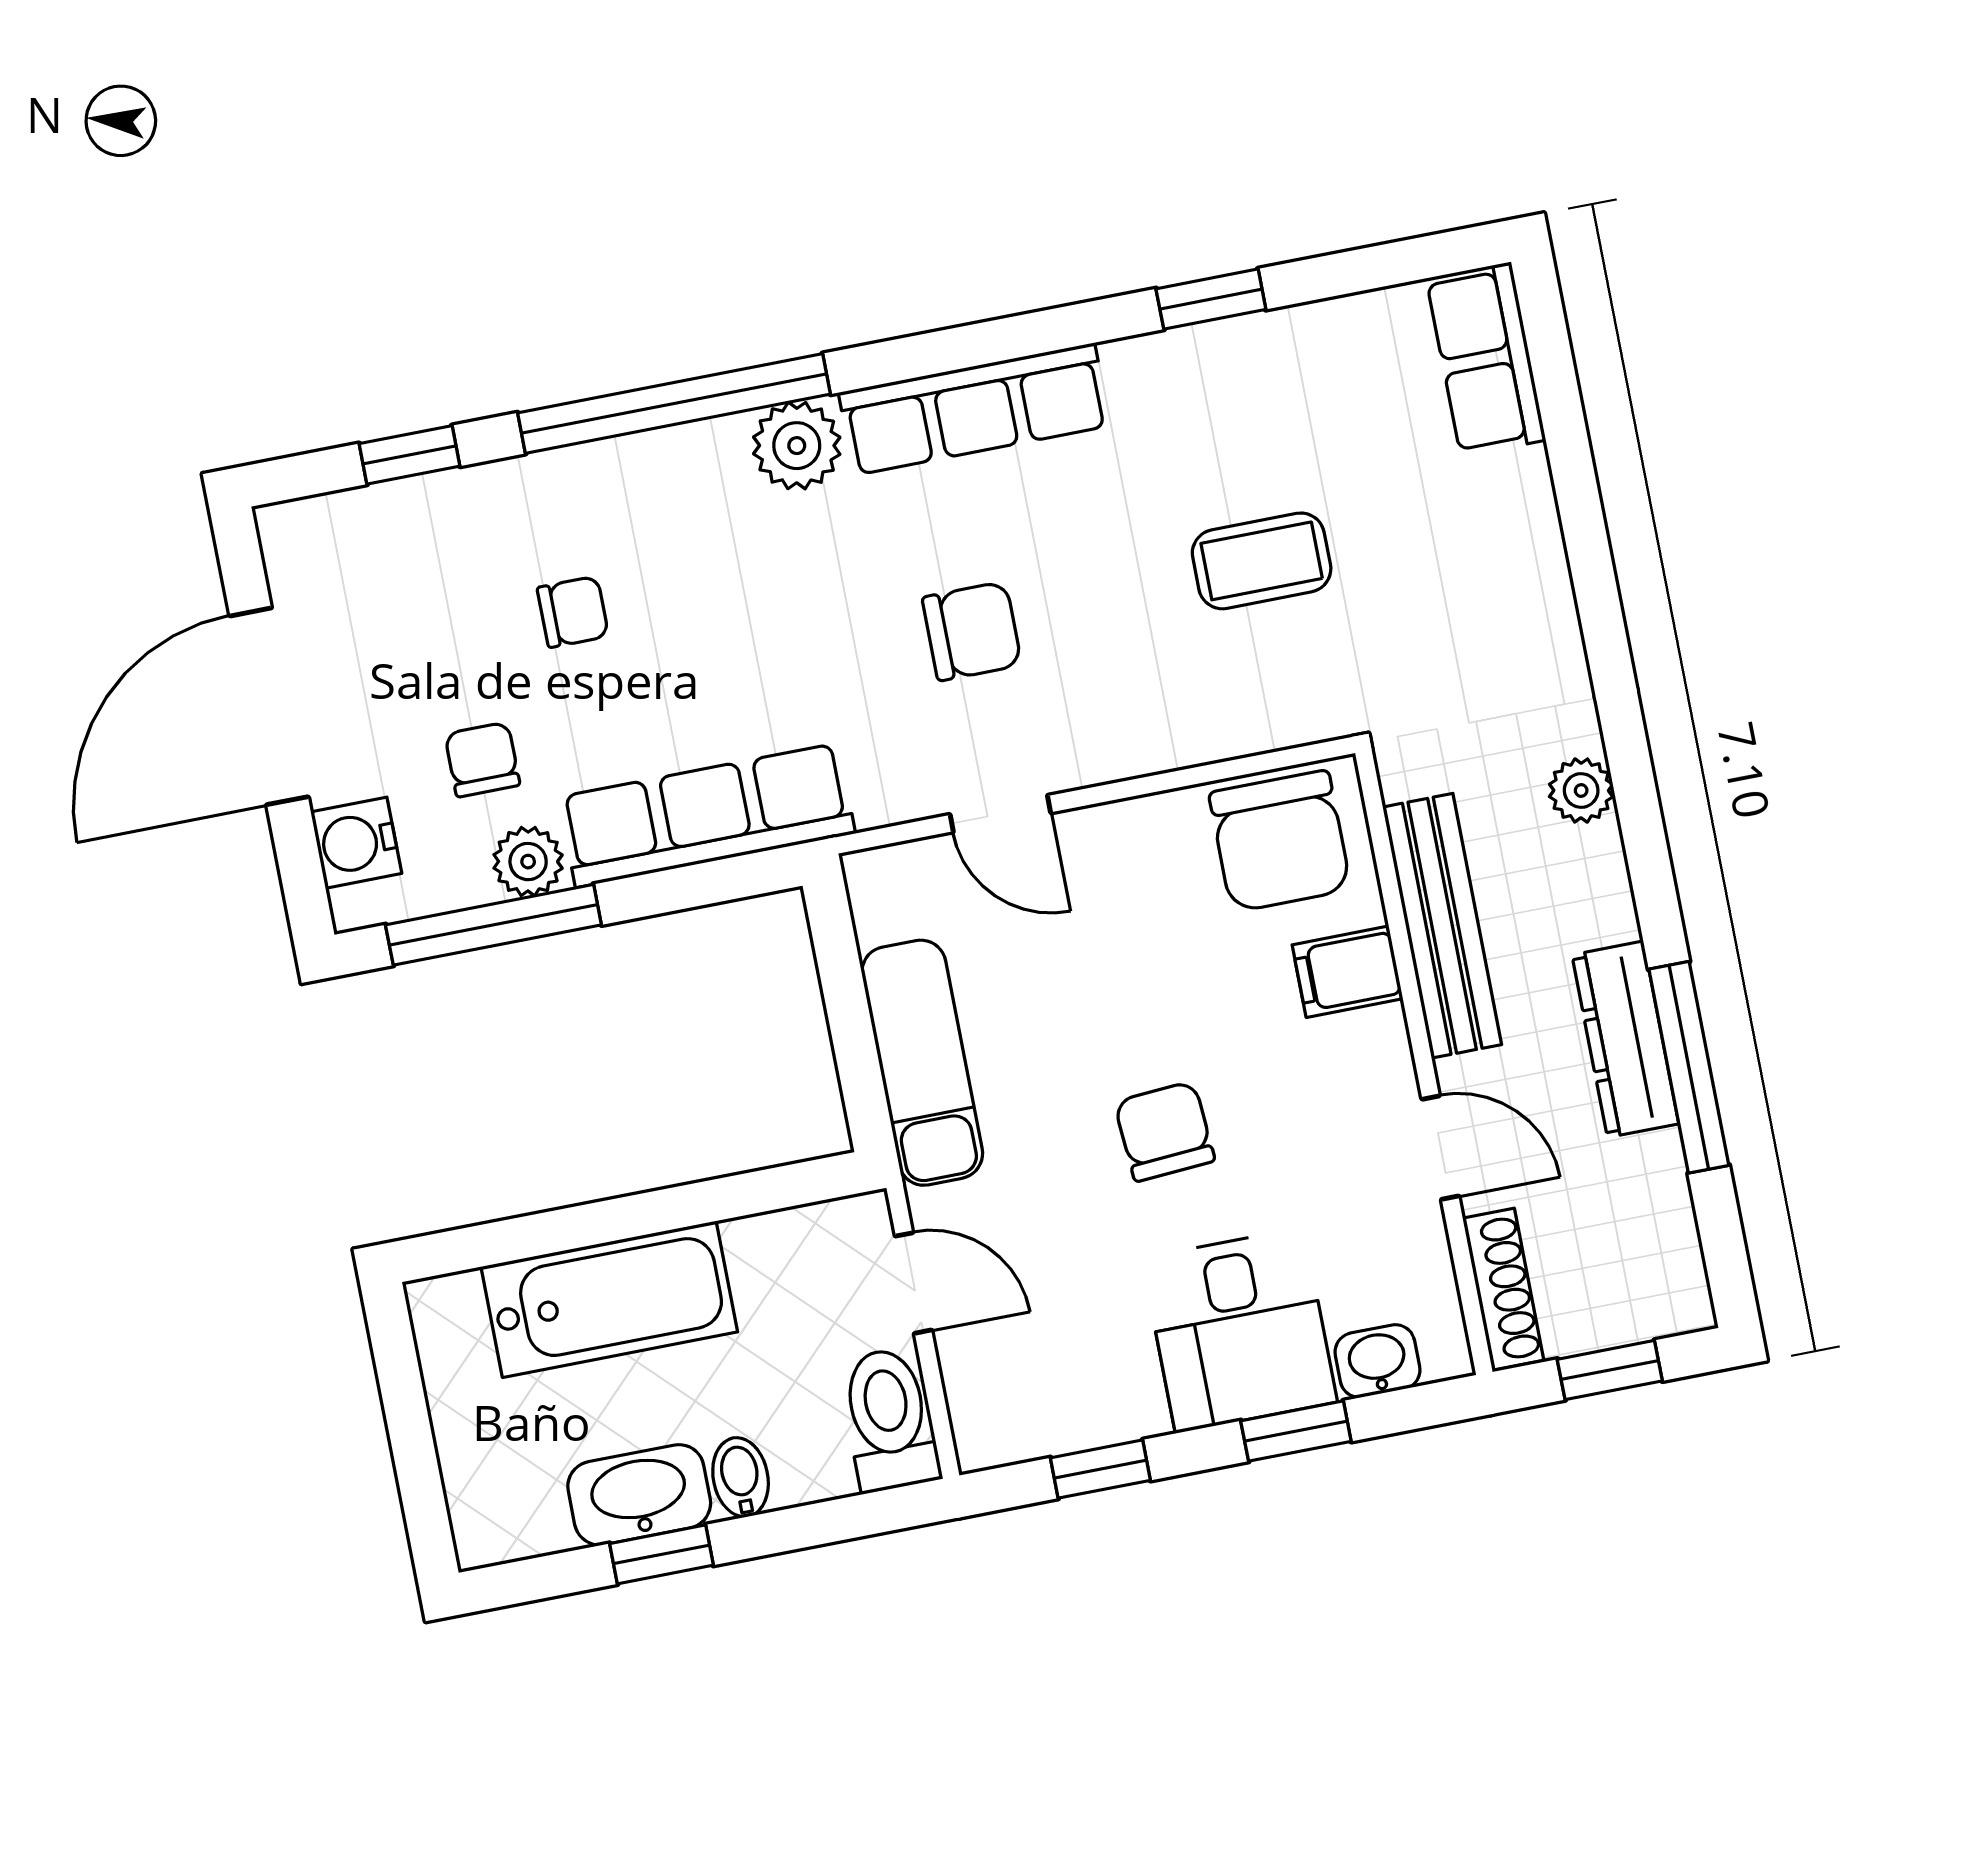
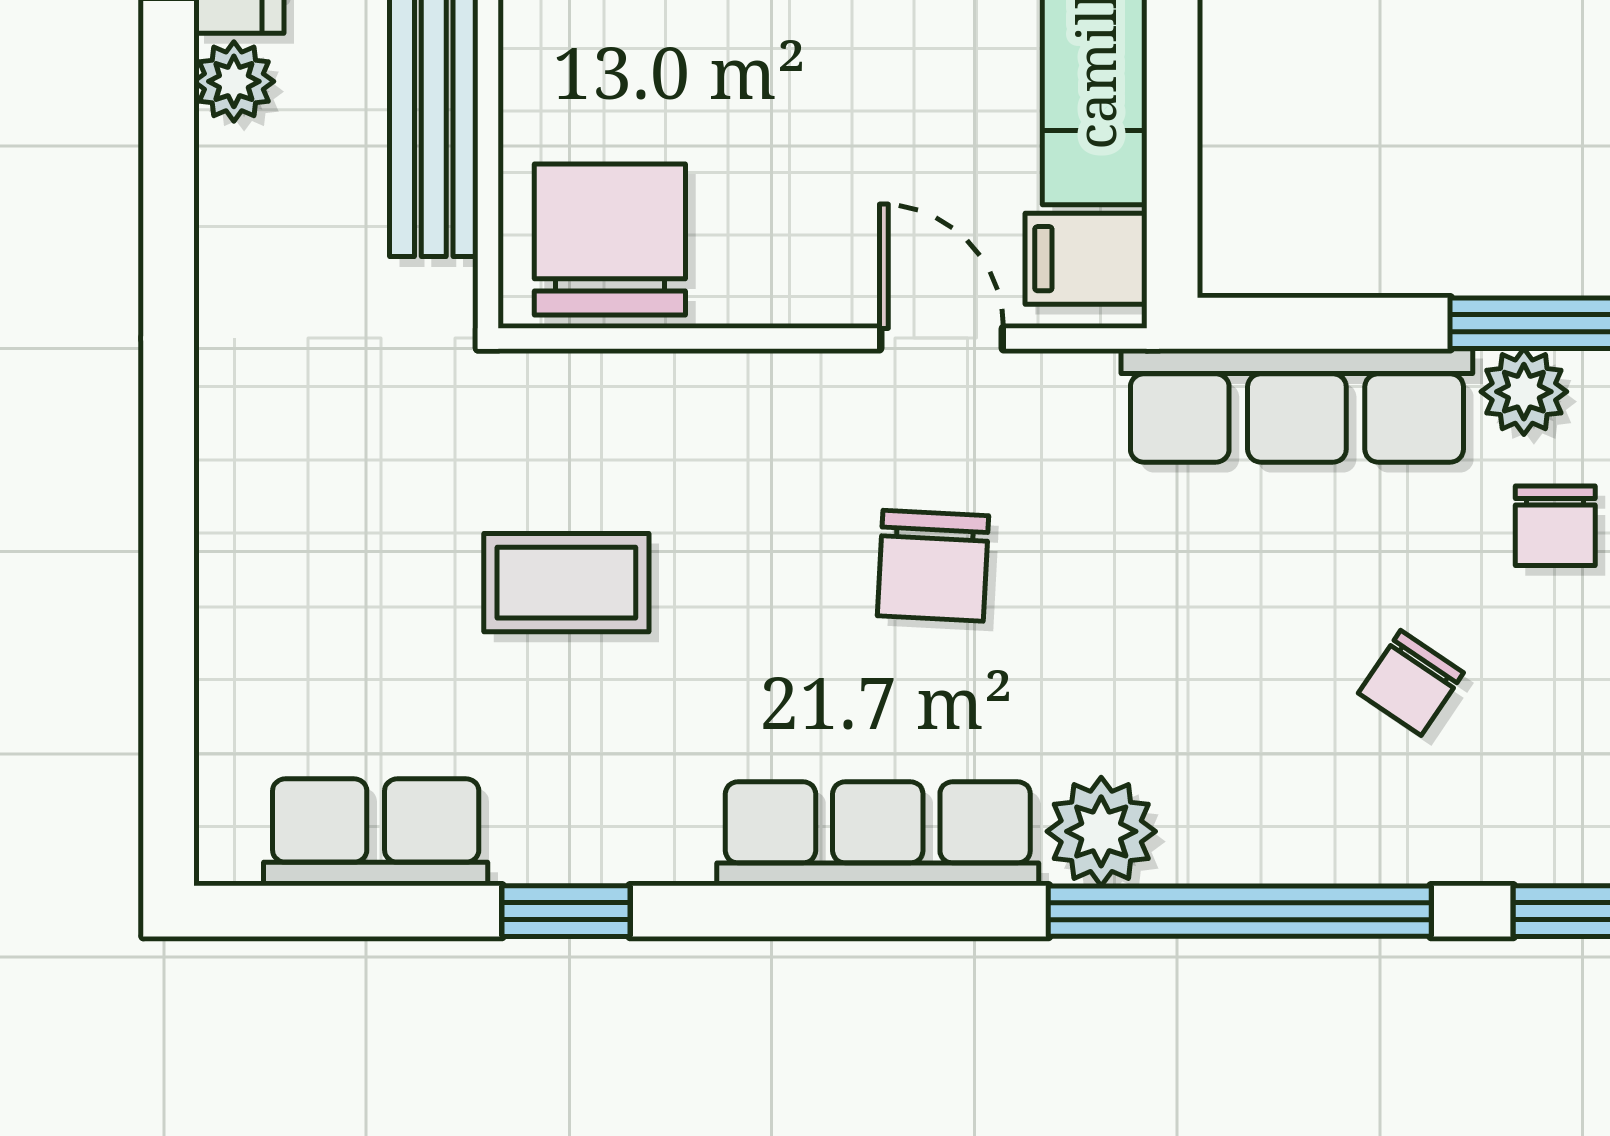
row of seats: (1486, 359) -> (376, 832), moved, turned -90
chair: (573, 612) -> (1411, 683), turned -56
chair: (972, 631) -> (933, 566), turned -87
plant: (1581, 790) -> (234, 81), moved
filing cabinet: (1348, 972) -> (1086, 259), moved, turned 180

